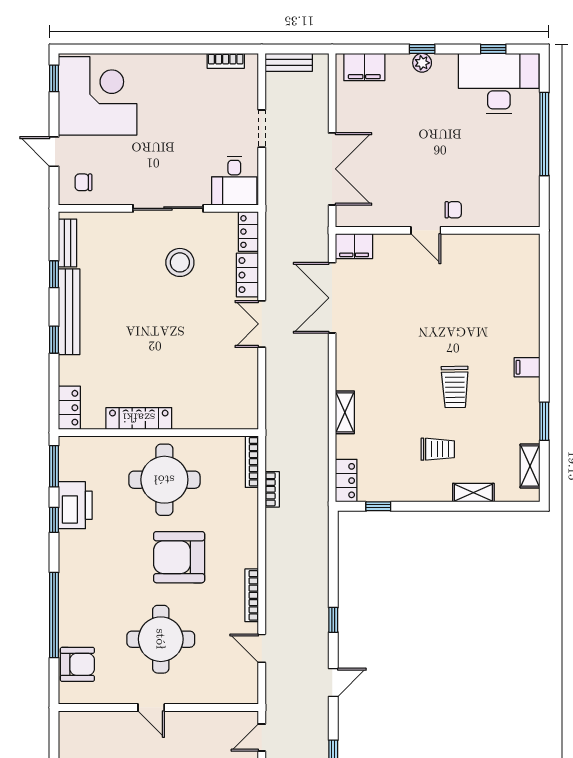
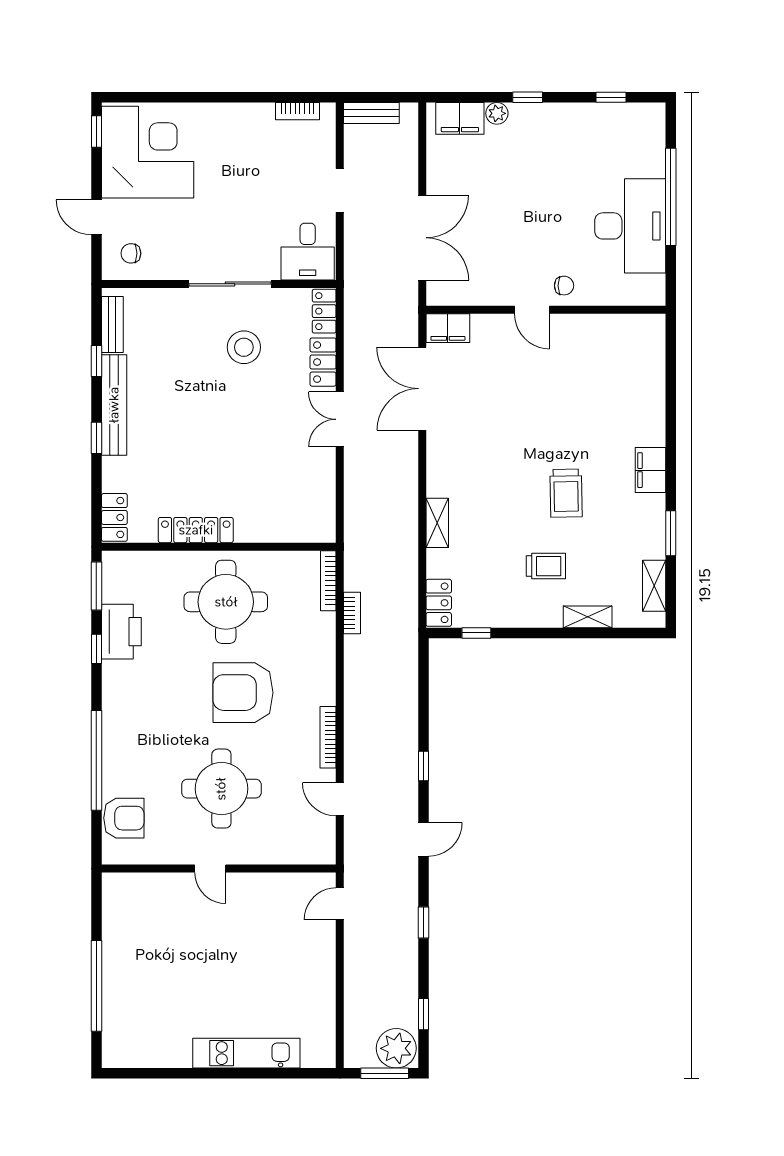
plant: (422, 63) -> (497, 113), moved
desk: (499, 84) -> (630, 226), moved, turned 90
filing cabinet: (527, 367) -> (651, 470), width x2.00

